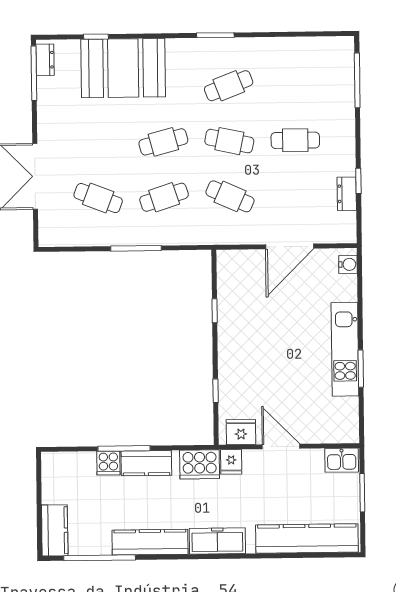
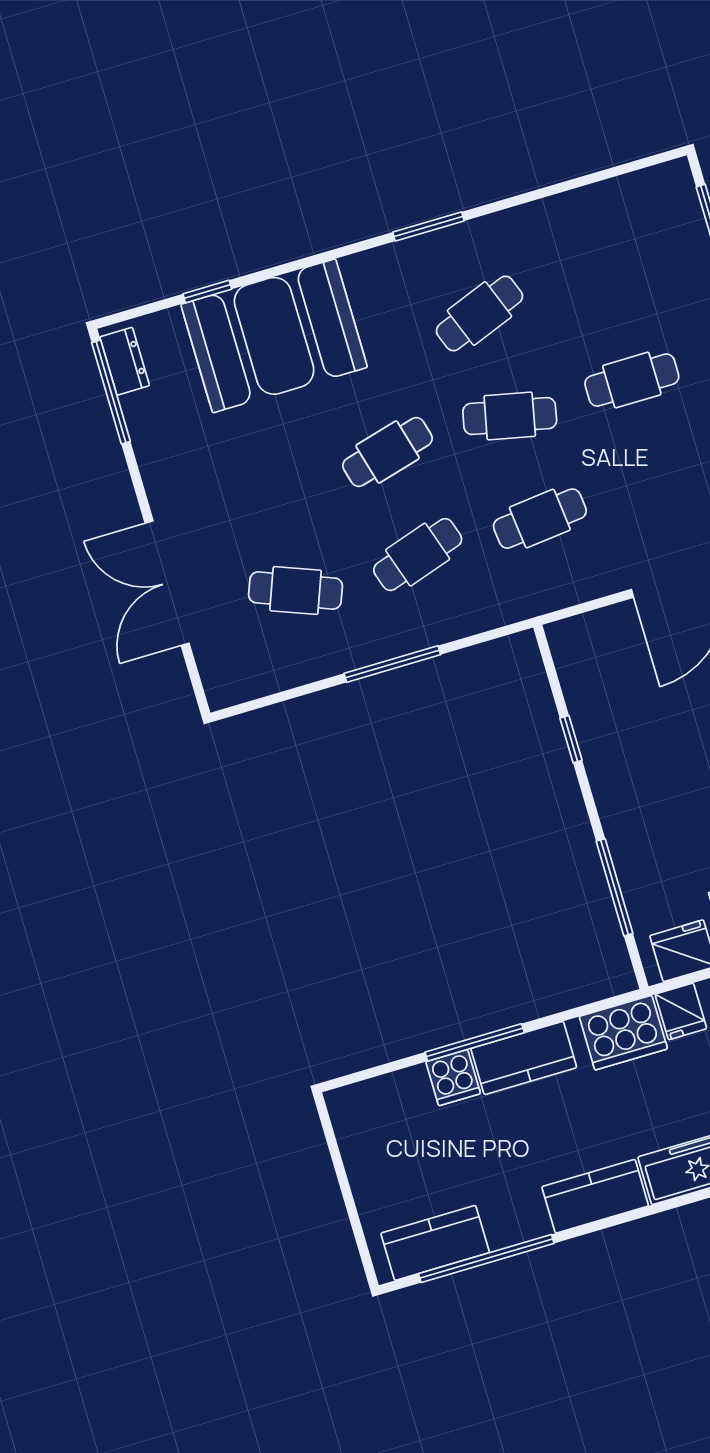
cafe table: (230, 196) -> (540, 519), turned -30
window: (216, 391) -> (615, 887), width x2.17
kitchen counter: (55, 530) -> (435, 1243), moved, turned -90
kitchen counter: (150, 542) -> (595, 1196), width x0.67

